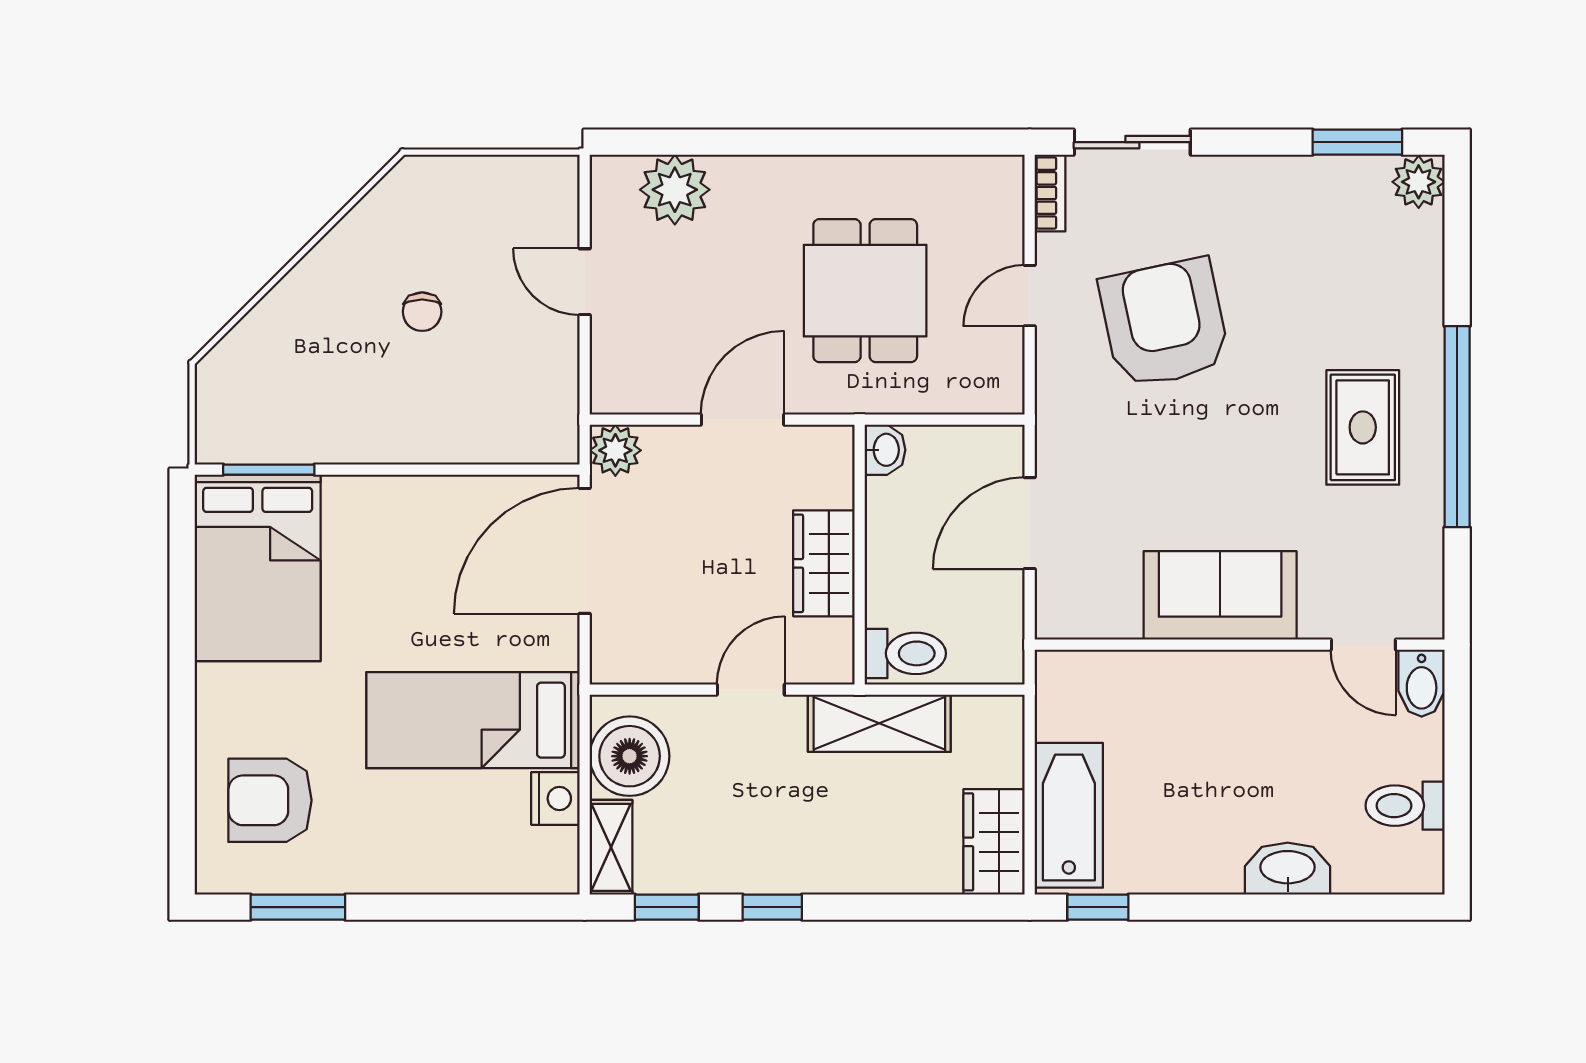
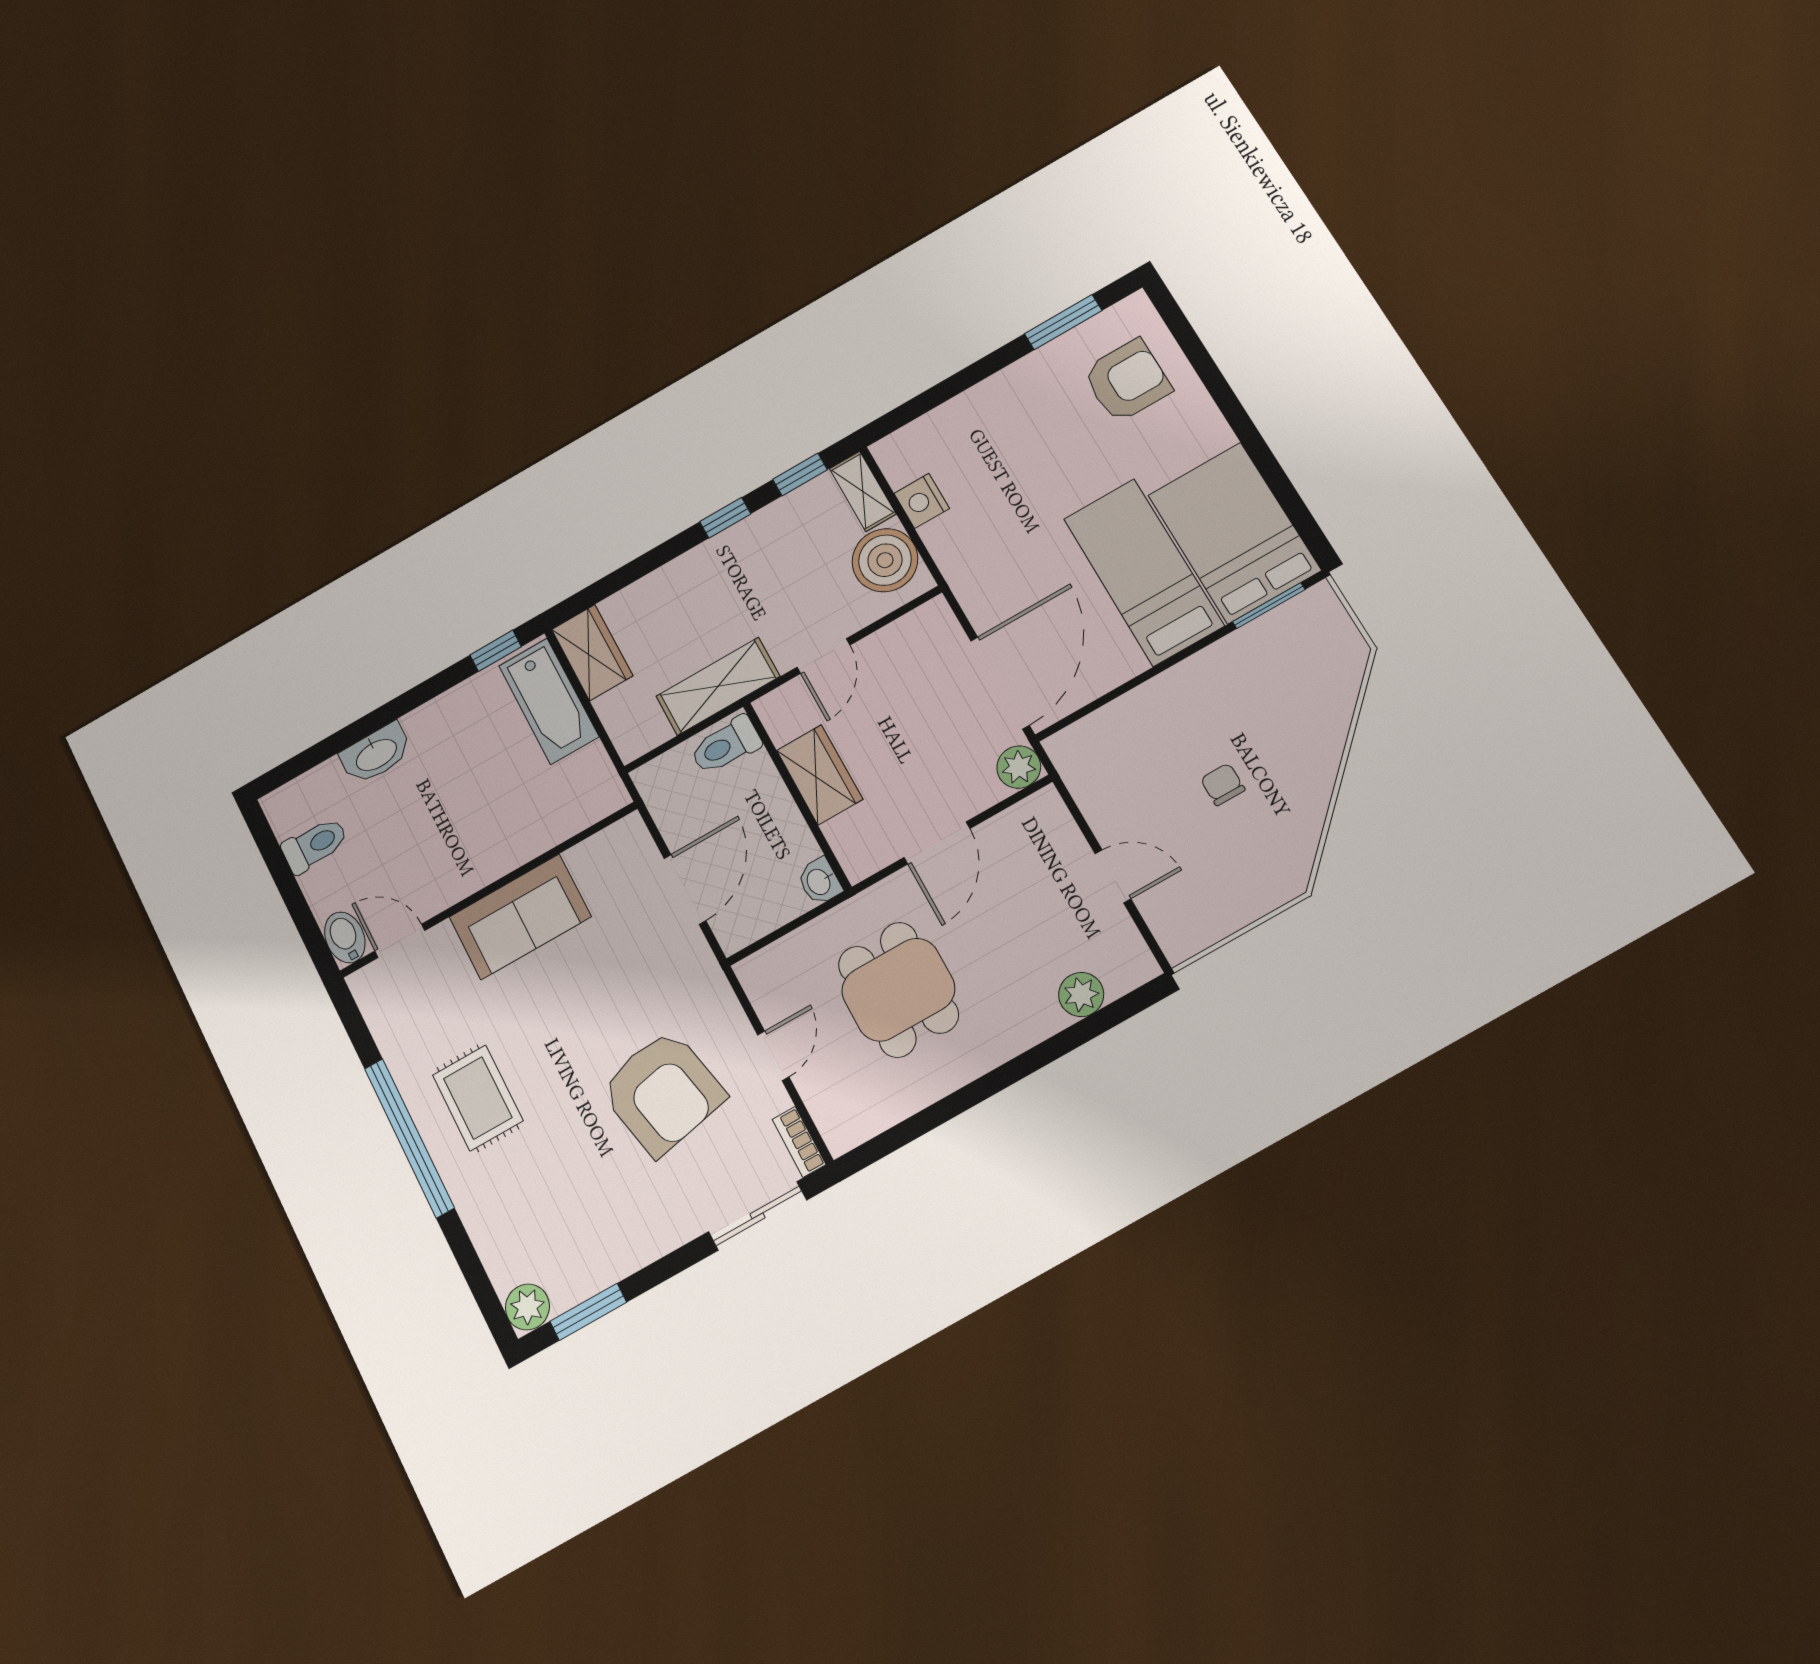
plant: (675, 190) -> (1081, 994), width x0.73, depth x0.73
bed: (473, 720) -> (1143, 572), moved, turned -90

